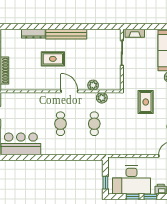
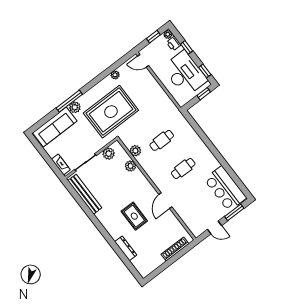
bench: (66, 34) -> (85, 194), moved
plant: (115, 76) -> (109, 154), added
door: (69, 91) -> (165, 201), moved
rug: (146, 102) -> (111, 112), width x1.86, depth x2.06
window: (133, 197) -> (205, 71), moved

